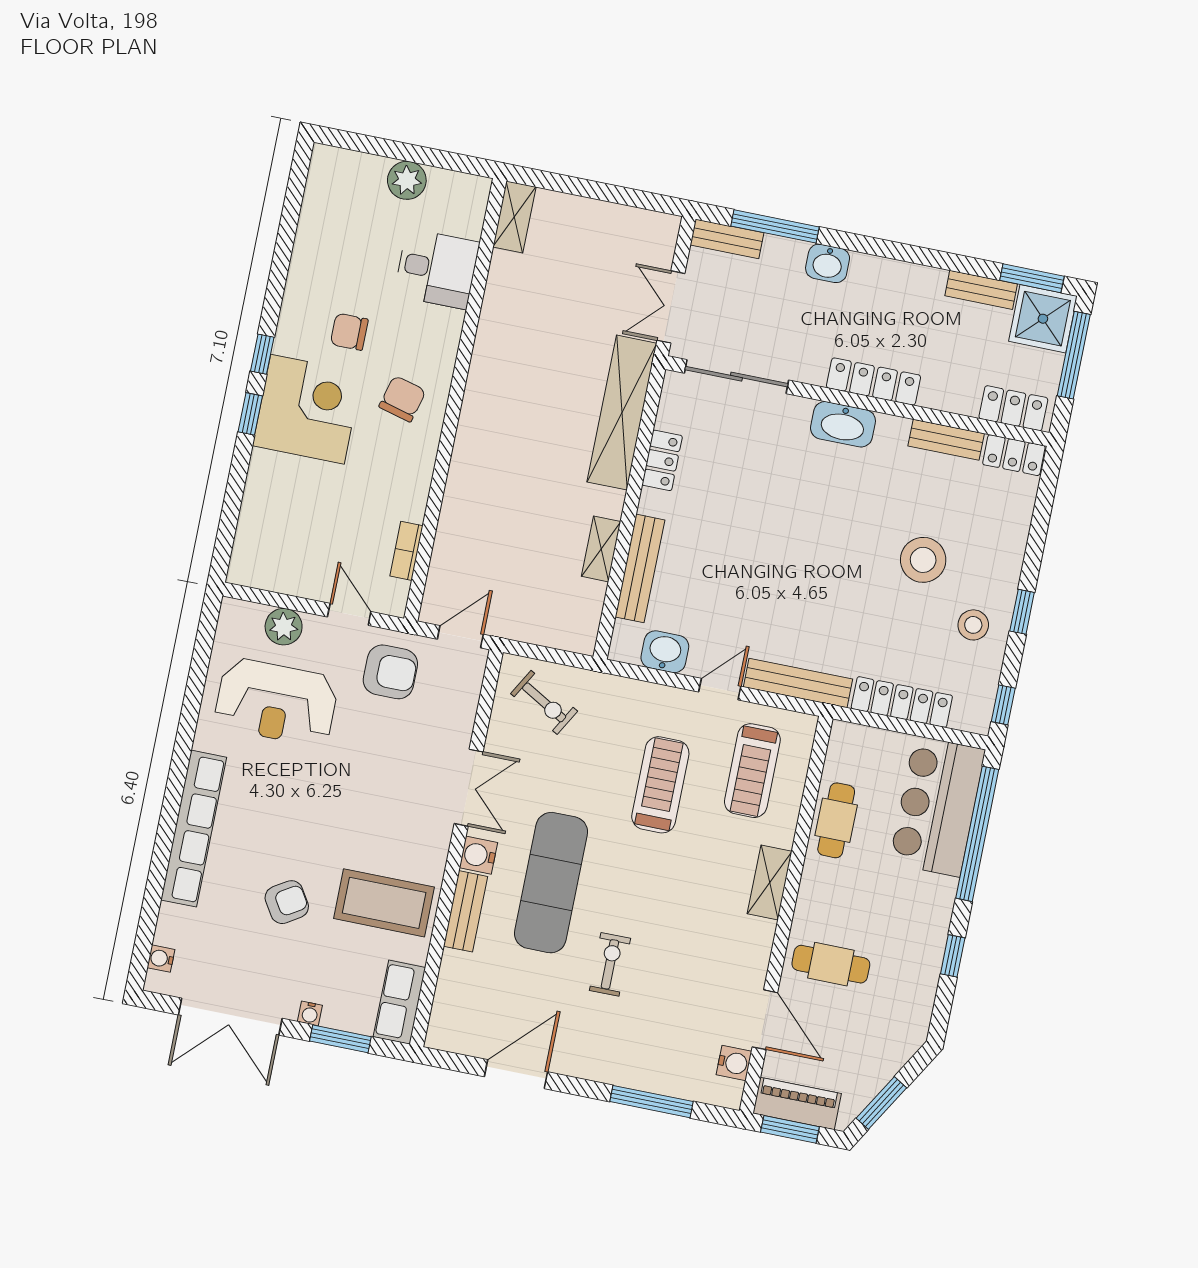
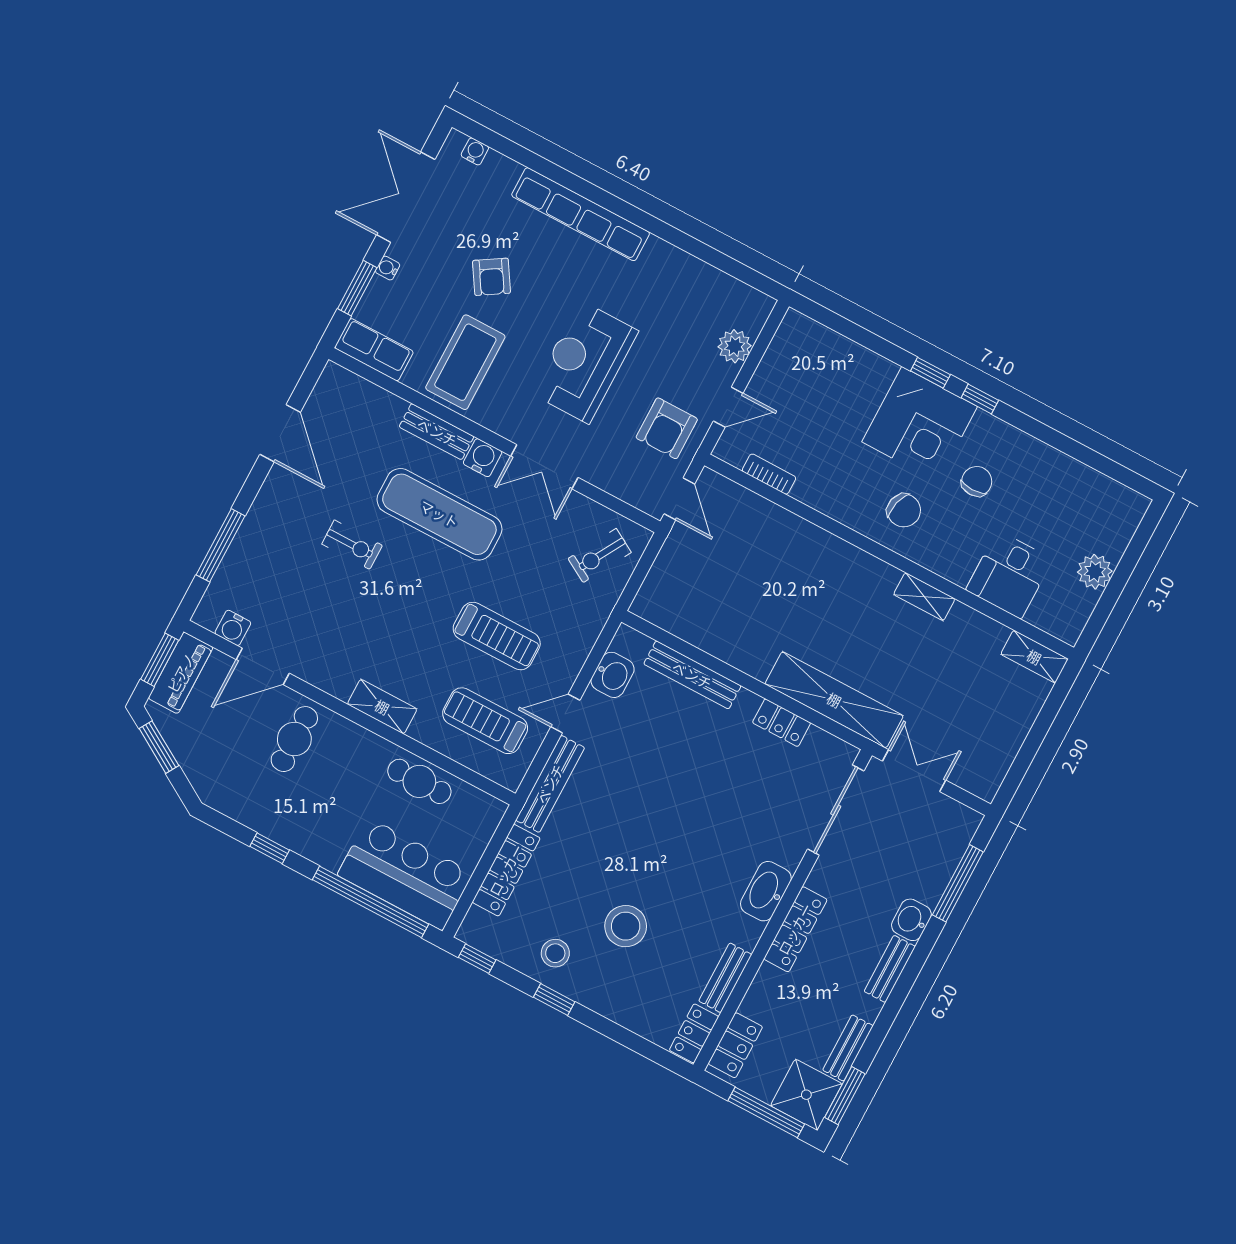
bench: (727, 239) -> (890, 969), moved
shelving: (601, 549) -> (924, 597), moved
door: (720, 689) -> (565, 713), swing flipped
reception desk: (276, 702) -> (585, 362), moved

